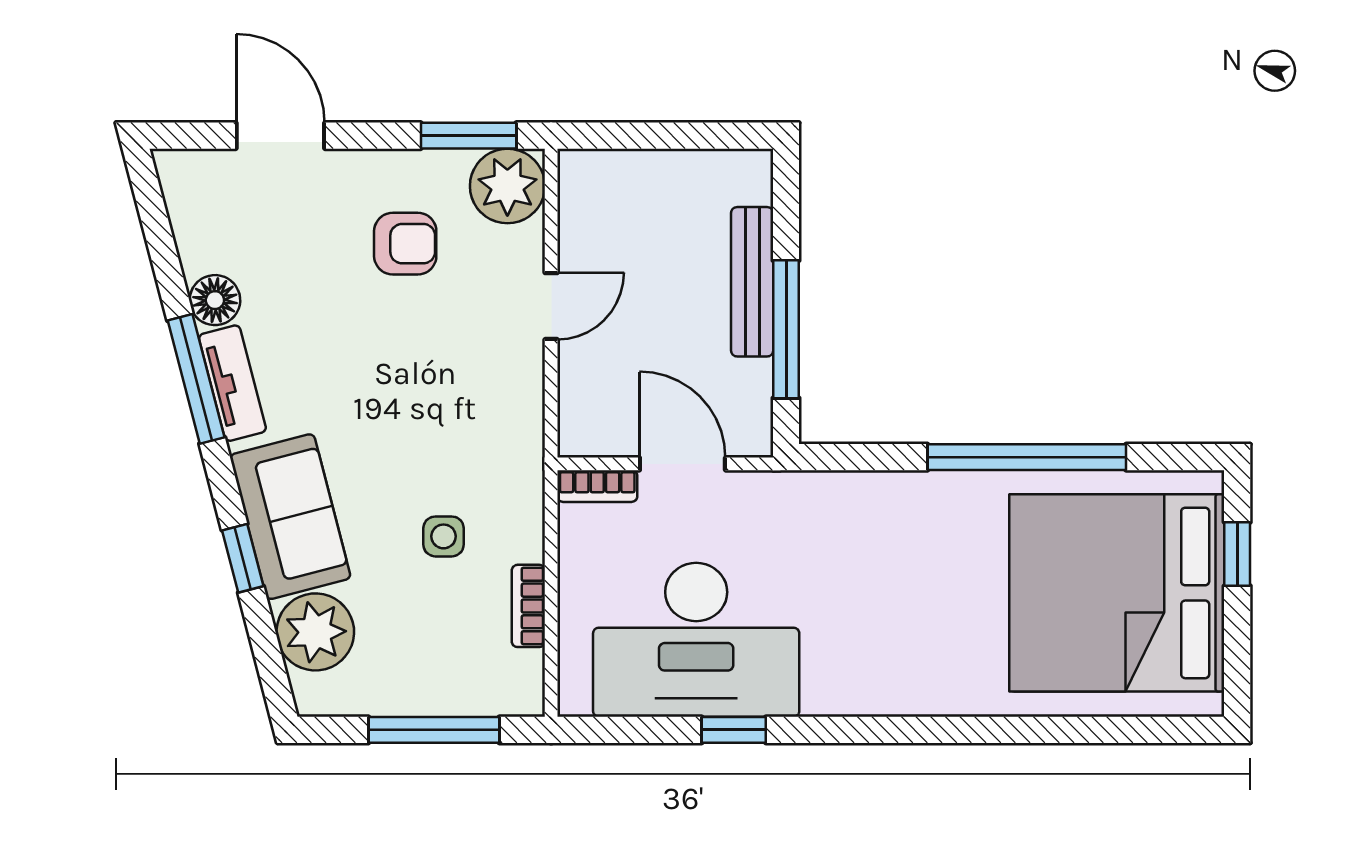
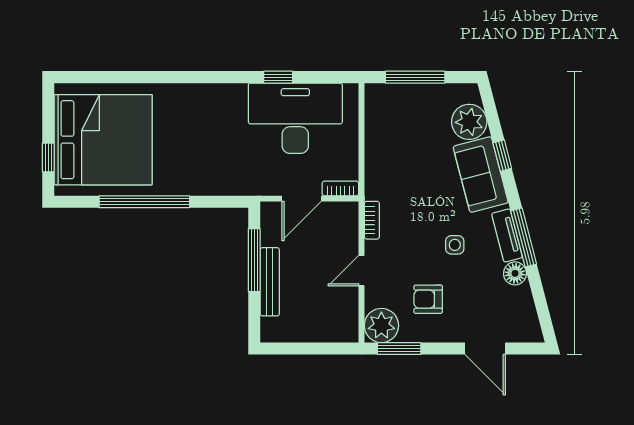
door: (682, 464) -> (302, 199), hinge flipped
side table: (444, 536) -> (455, 245), moved
bookcase: (528, 606) -> (372, 220), moved

